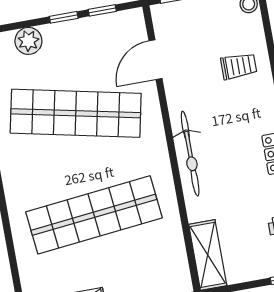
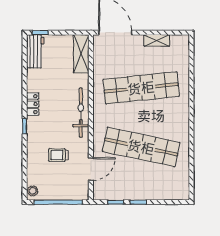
plant: (28, 41) -> (160, 192), removed
trolley: (239, 66) -> (58, 155), moved

